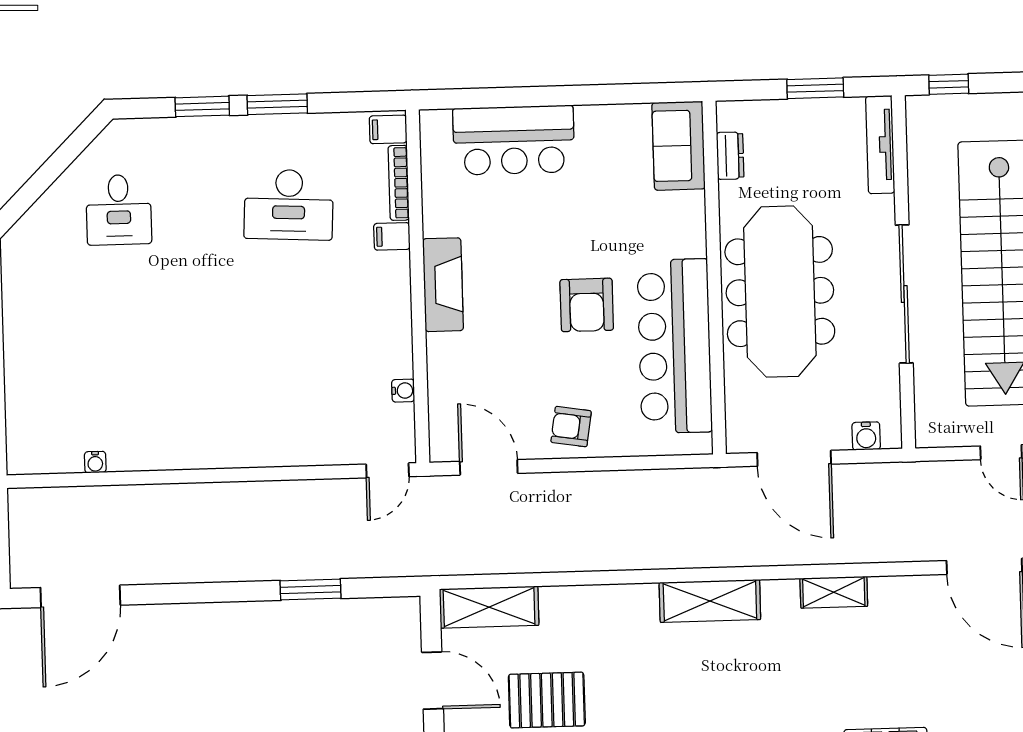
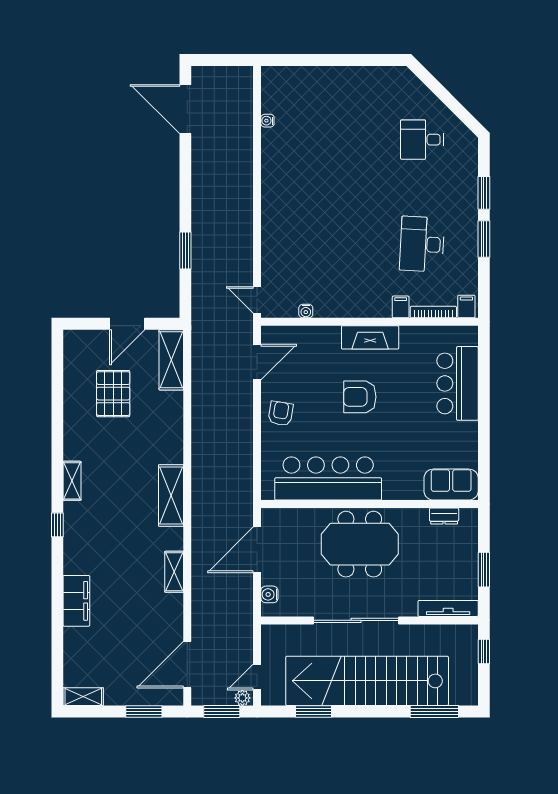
meeting table: (780, 292) -> (360, 544), width x0.73
armchair: (587, 305) -> (360, 397), moved

